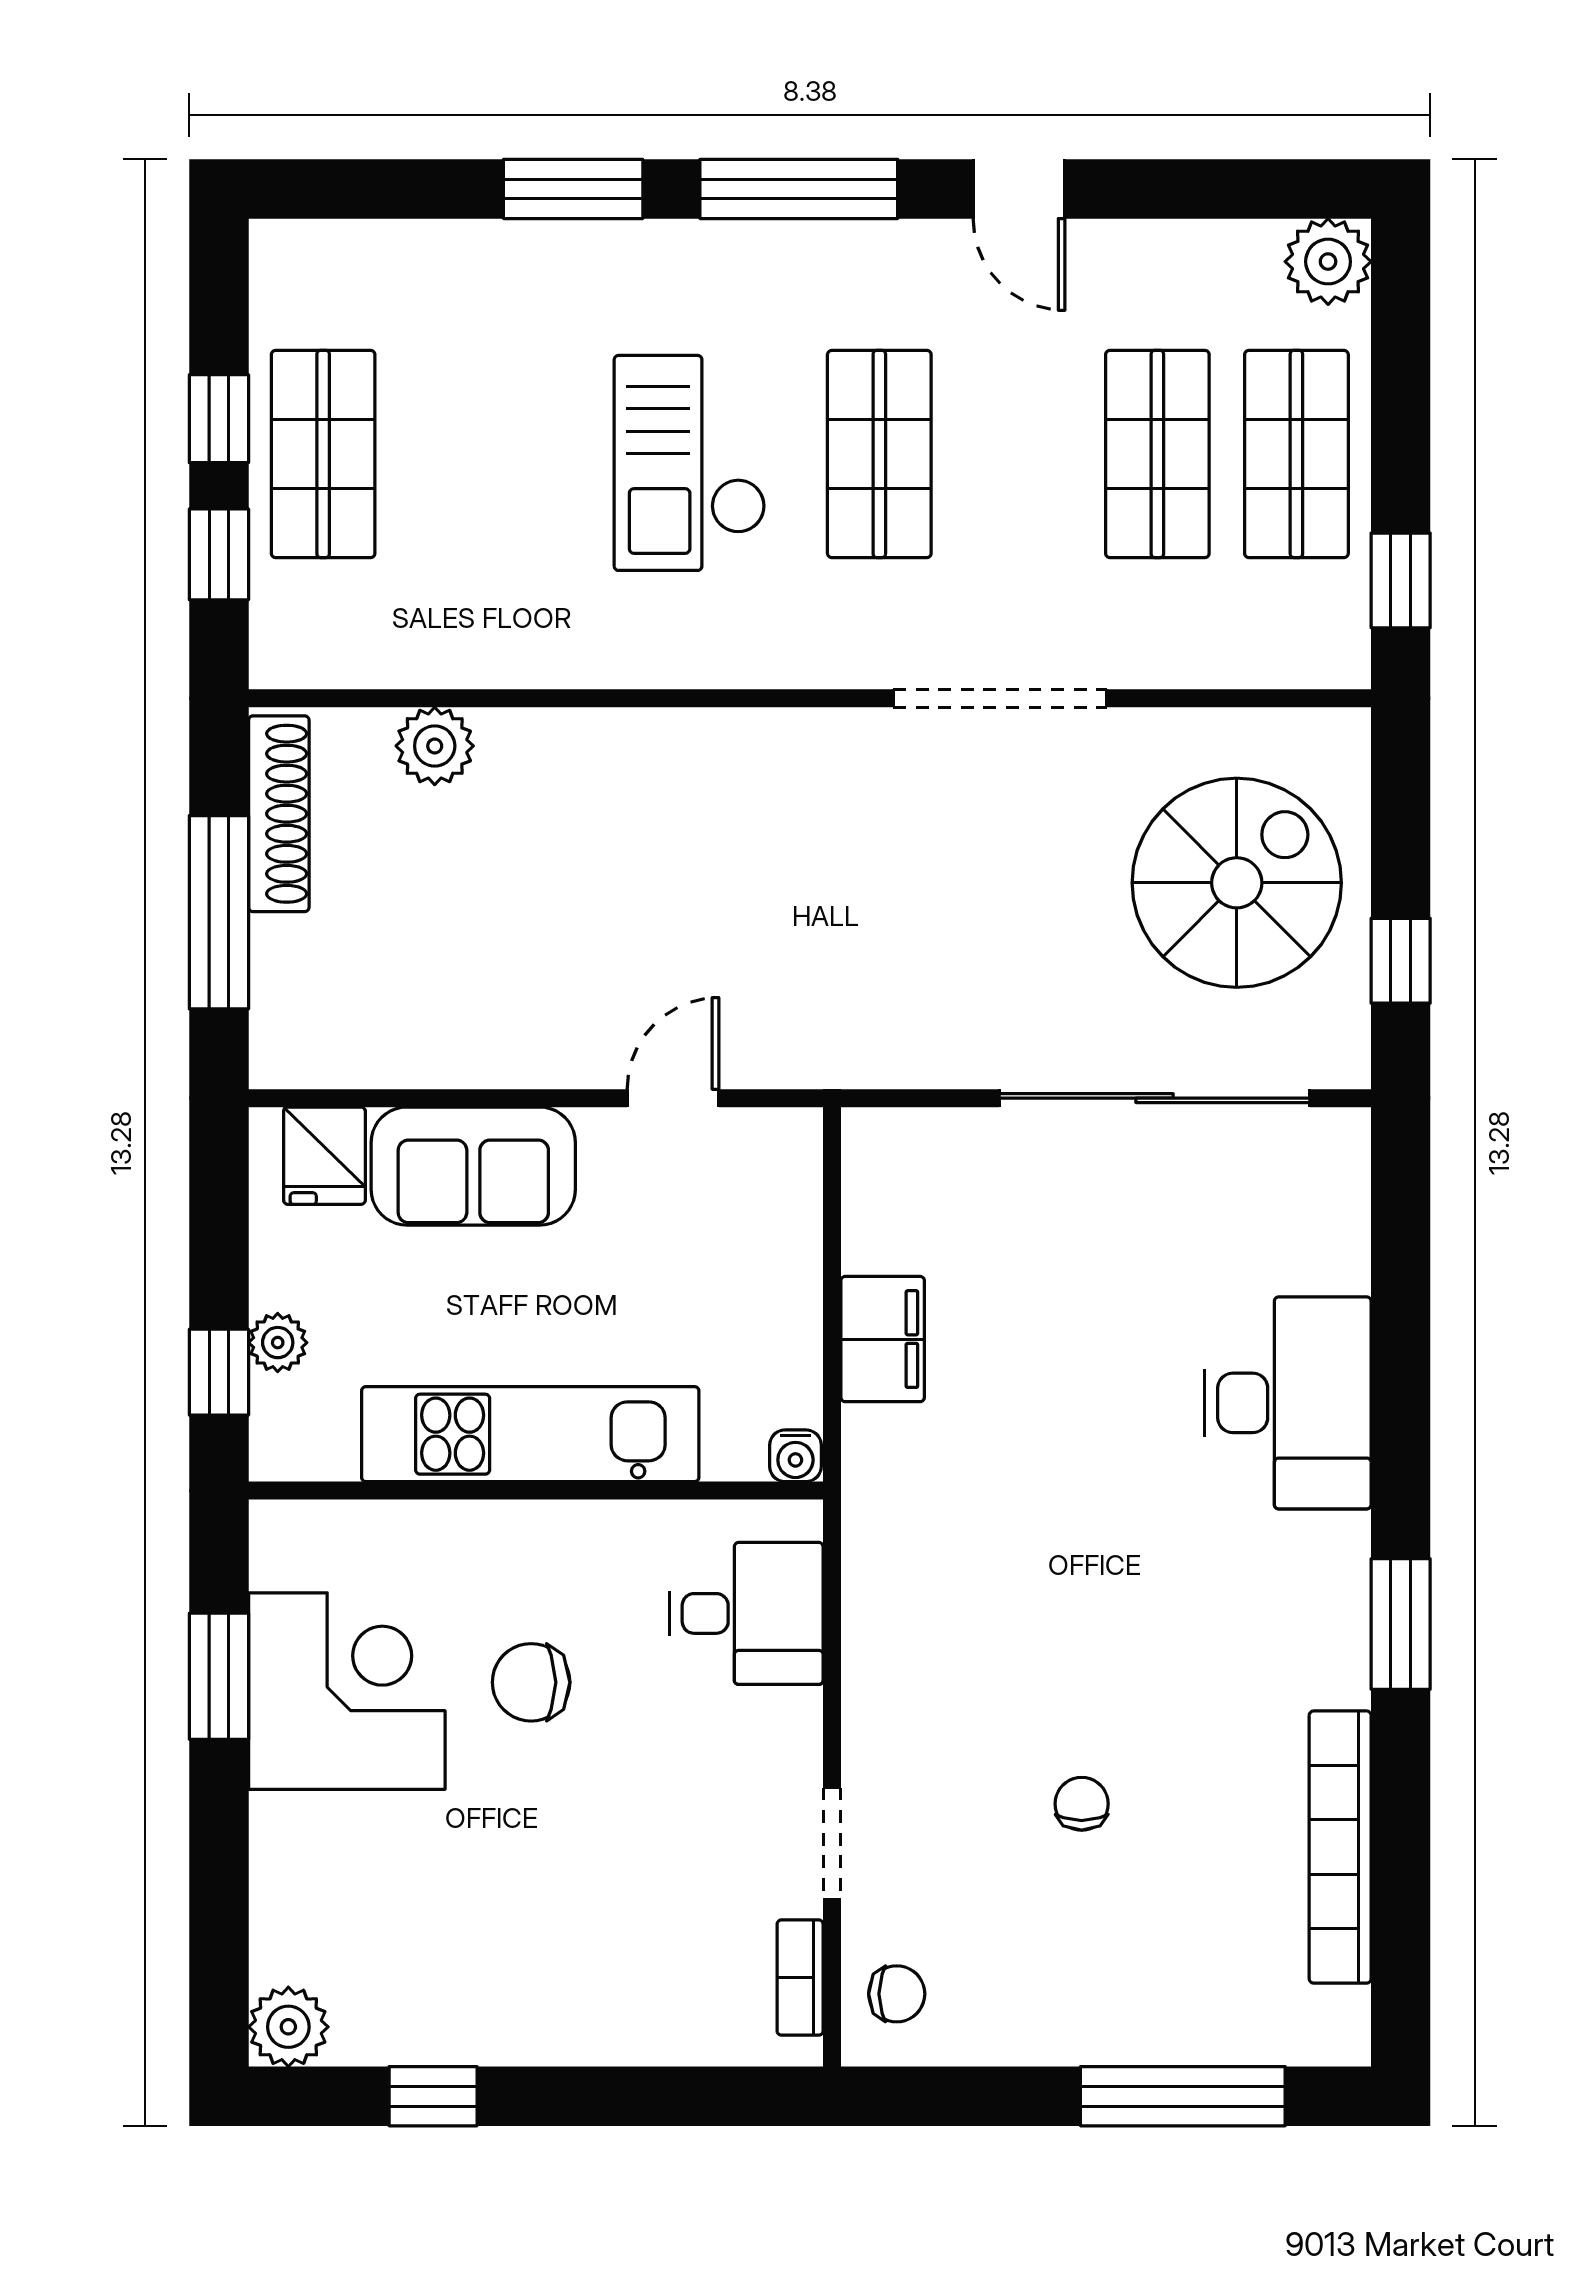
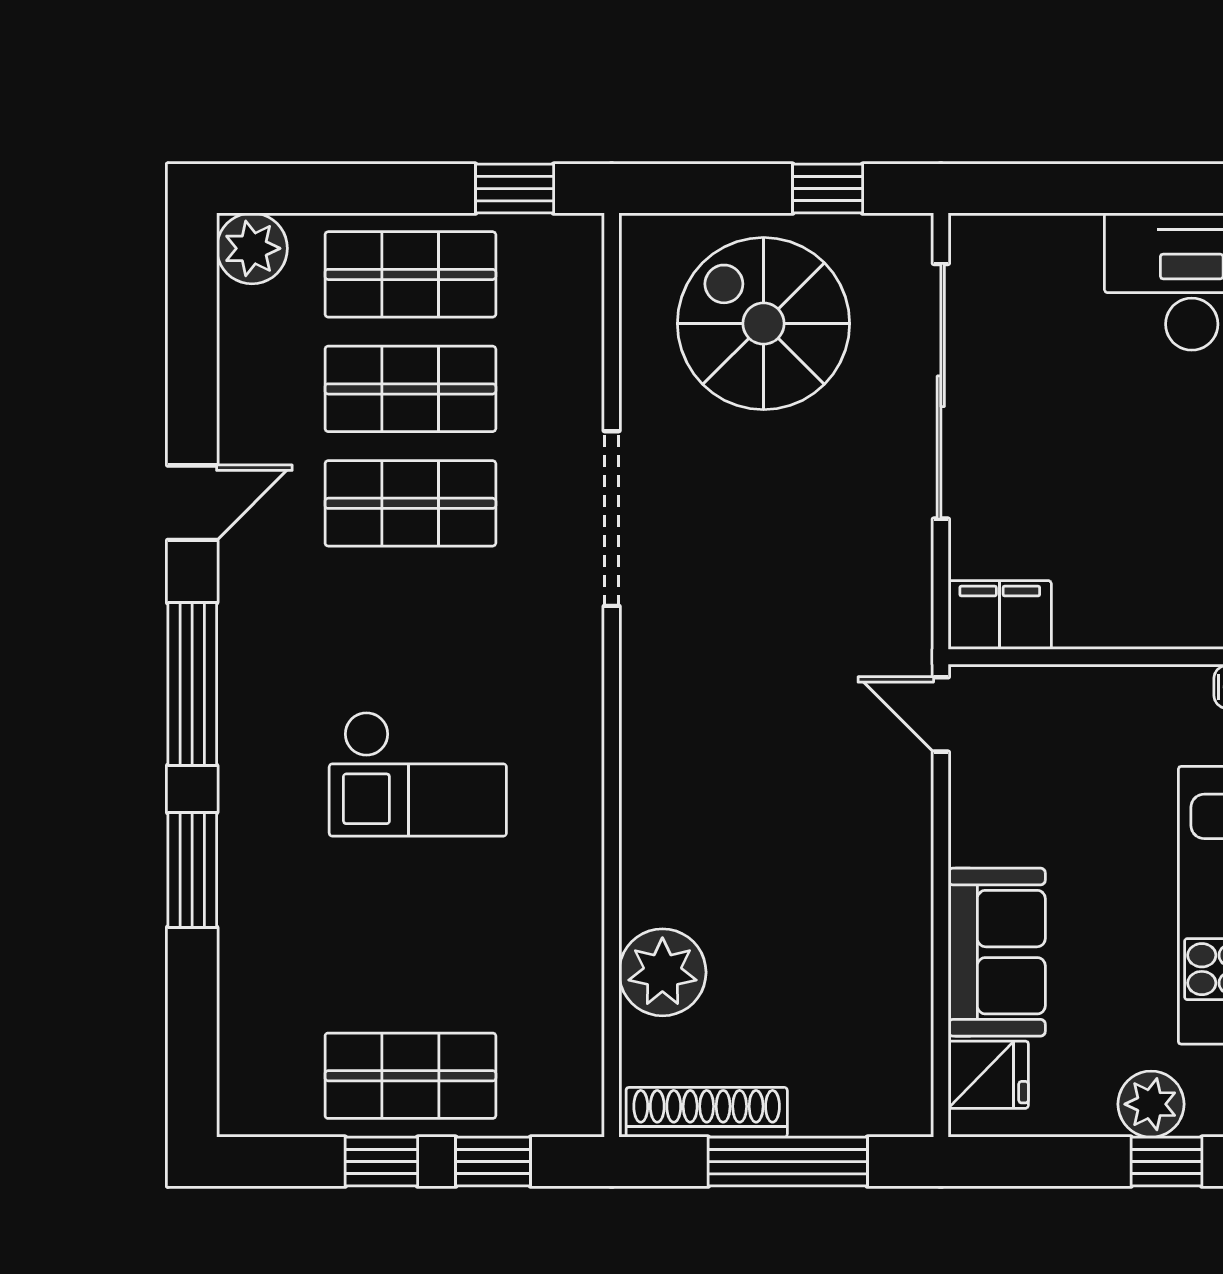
shop shelf: (879, 454) -> (410, 503), moved
plant: (435, 746) -> (662, 972), width x1.36, depth x1.36
door: (673, 1098) -> (941, 714), moved
filing cabinet: (883, 1339) -> (1000, 615), moved
plant: (278, 1343) -> (1151, 1104), width x1.38, depth x1.38

